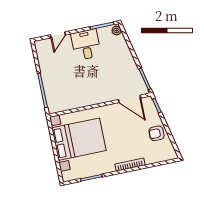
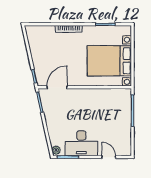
door: (58, 35) -> (109, 157), hinge flipped
desk: (86, 45) -> (81, 143), width x1.37
door: (129, 99) -> (57, 87), hinge flipped
armchair: (156, 133) -> (40, 52), removed

